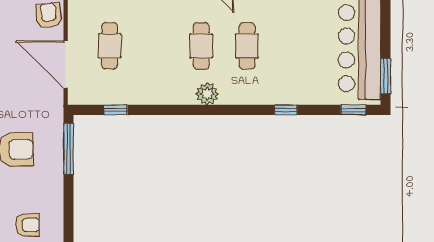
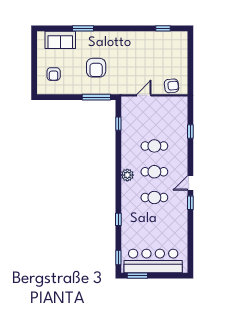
cafe table: (110, 46) -> (154, 146), moved
door: (66, 65) -> (144, 95), width x0.53

